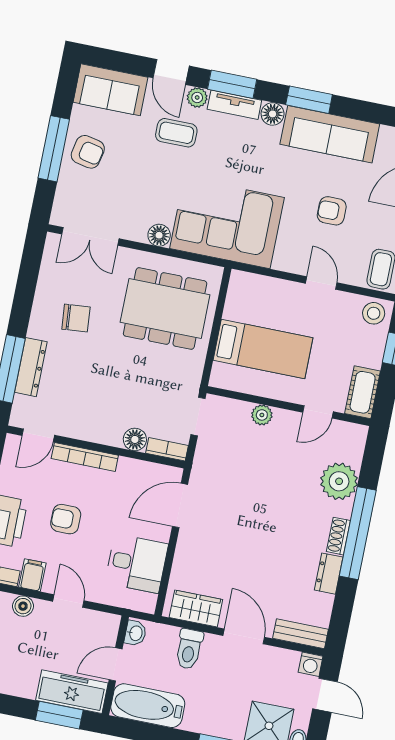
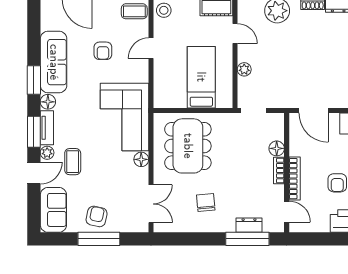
dresser: (31, 367) -> (249, 225), width x0.70
bookcase: (167, 449) -> (279, 171), moved

